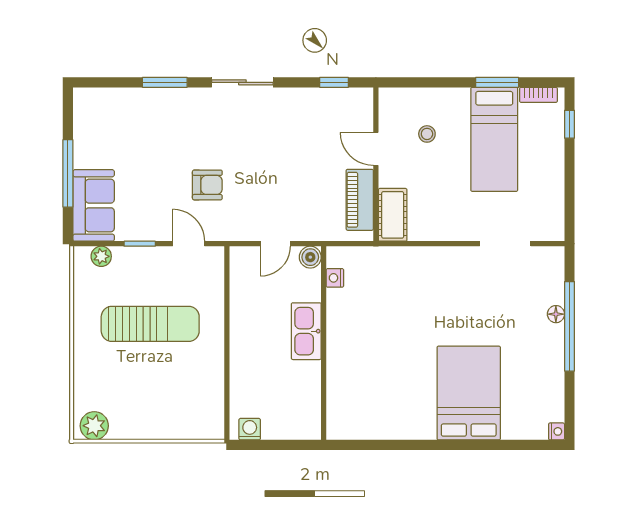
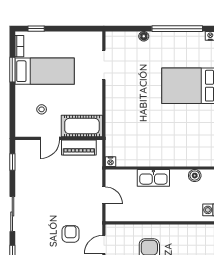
cot: (393, 215) -> (82, 126), width x1.37, depth x1.34
boiler: (310, 257) -> (195, 176), moved
nightstand: (335, 278) -> (110, 162), moved
window: (569, 326) -> (177, 29), moved

